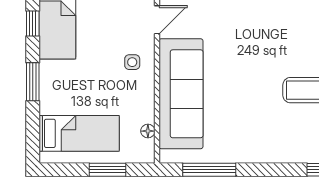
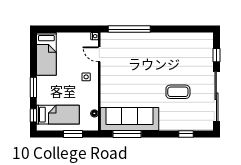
door: (157, 20) -> (99, 54), swing flipped
window: (33, 23) -> (33, 115), moved
sofa: (181, 94) -> (130, 119), moved, turned -90

